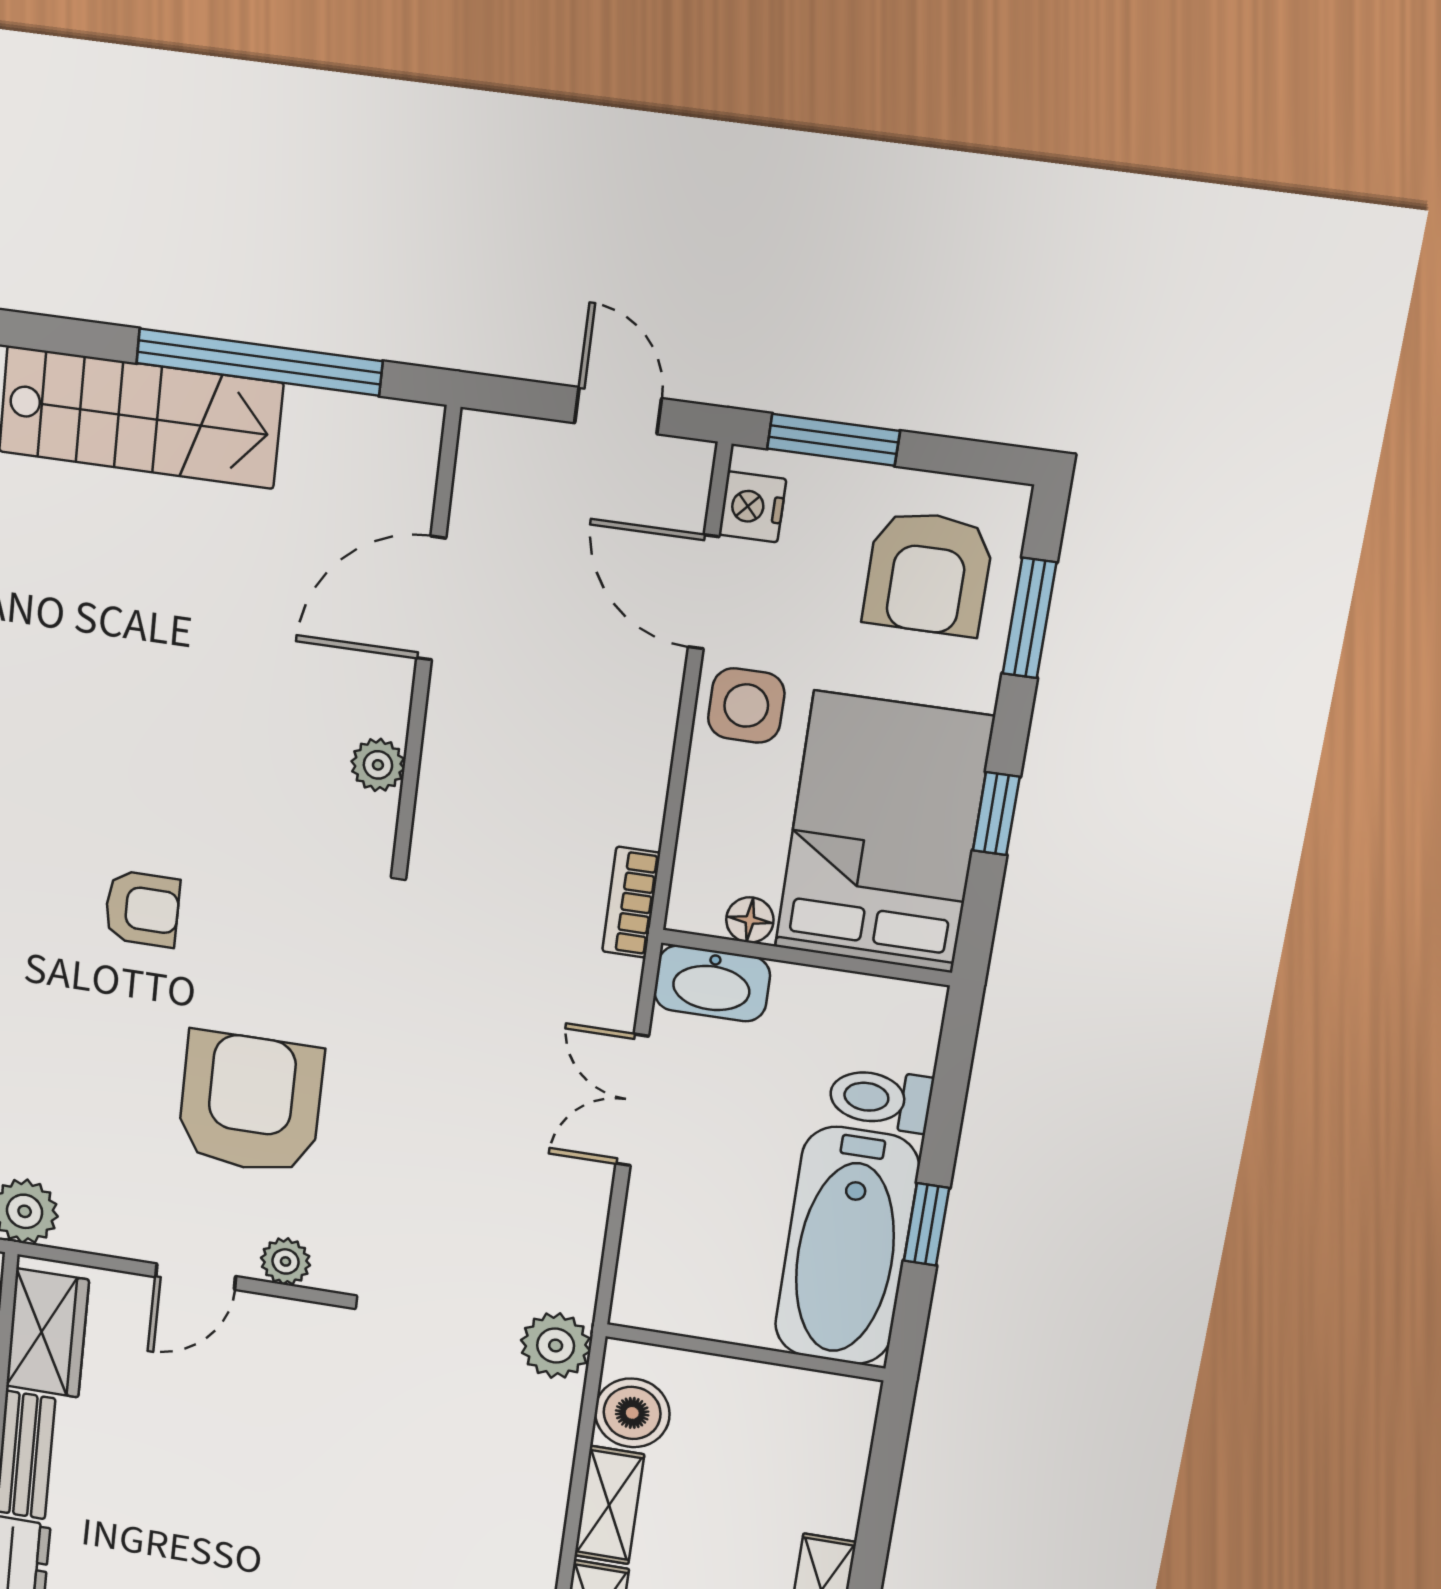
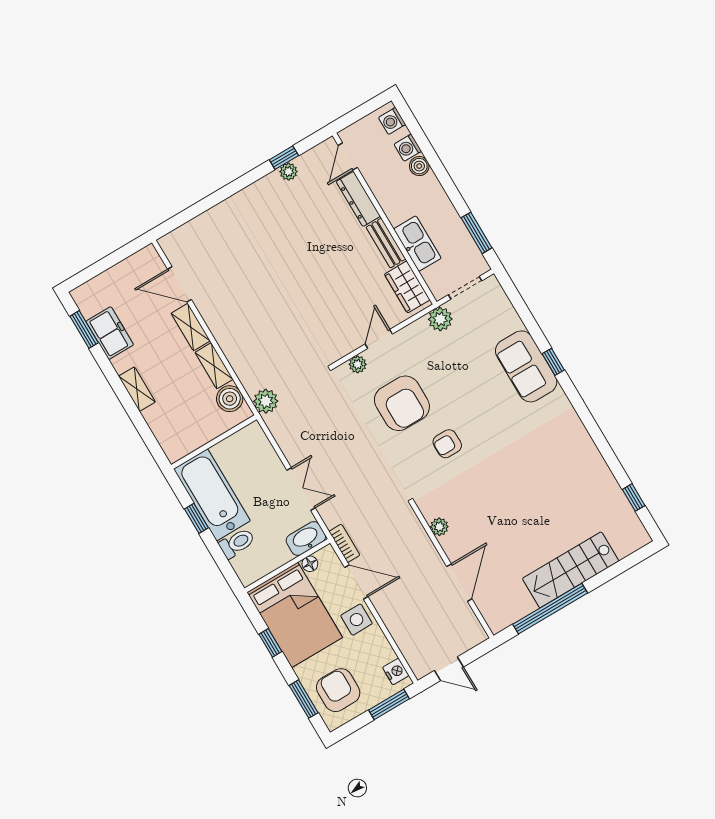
door: (704, 592) -> (356, 582), moved
armchair: (142, 909) -> (447, 444), moved

